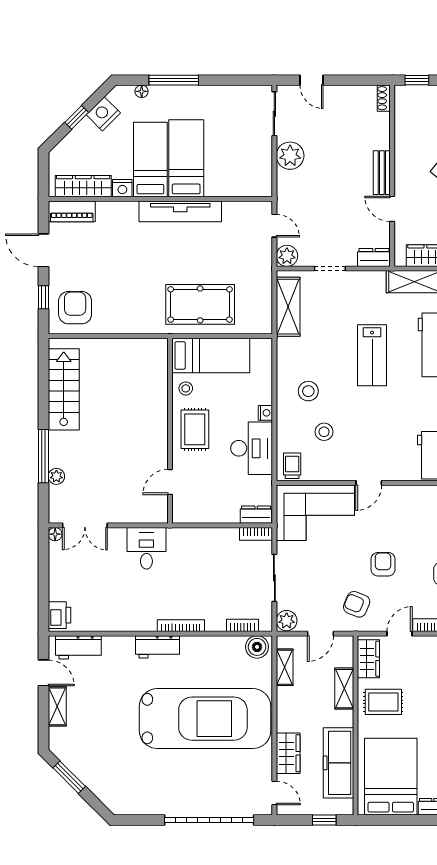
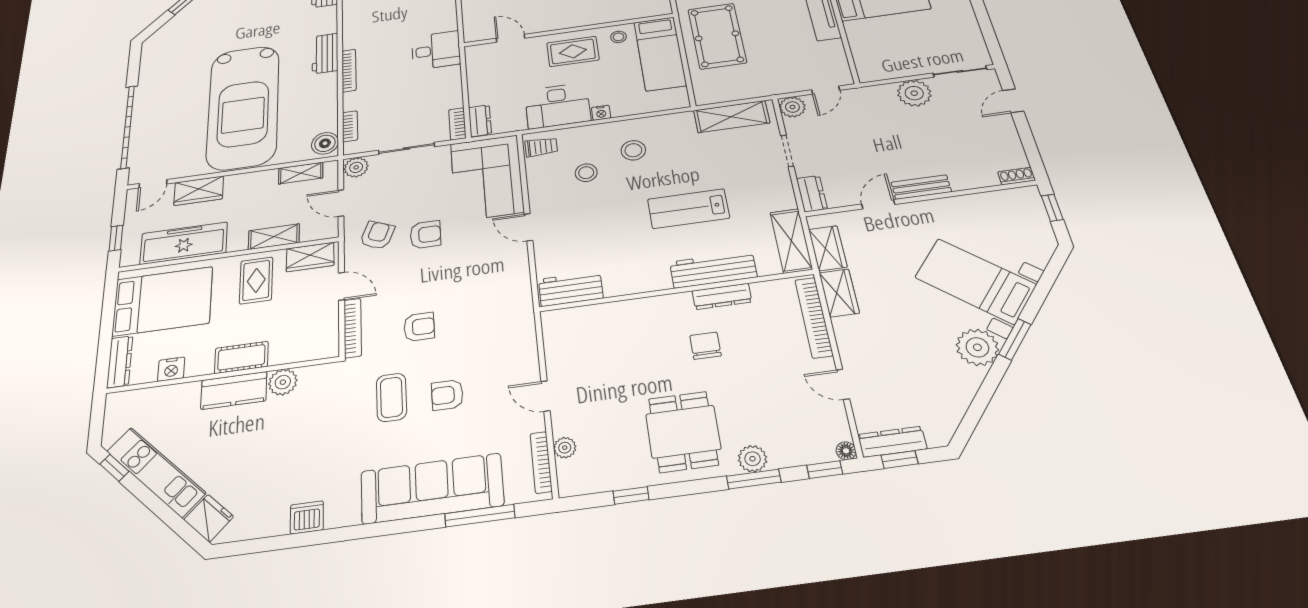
desk: (146, 548) -> (436, 50), moved
armchair: (383, 564) -> (425, 235), moved

